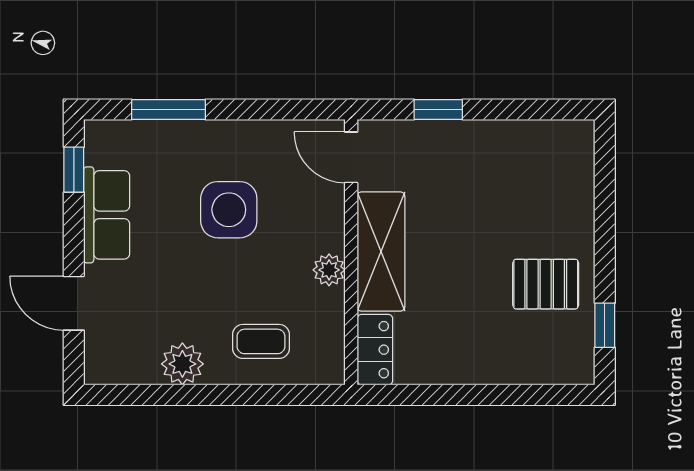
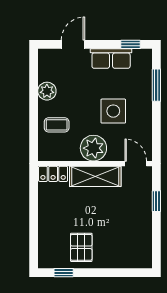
door: (351, 157) -> (136, 164), hinge flipped
plant: (329, 270) -> (93, 148), width x1.88, depth x1.88
coffee table: (261, 341) -> (57, 125), turned 90

